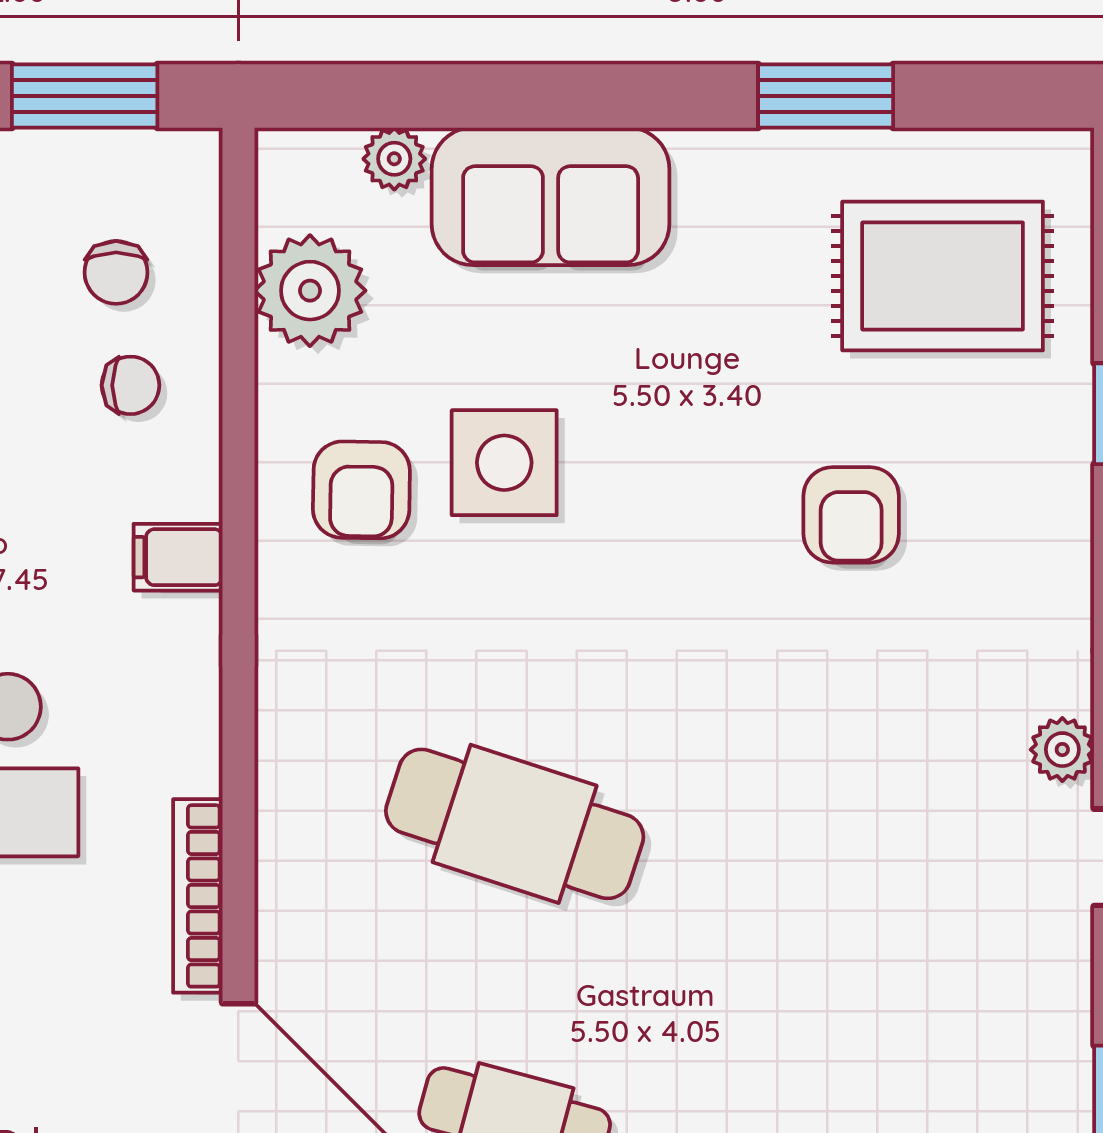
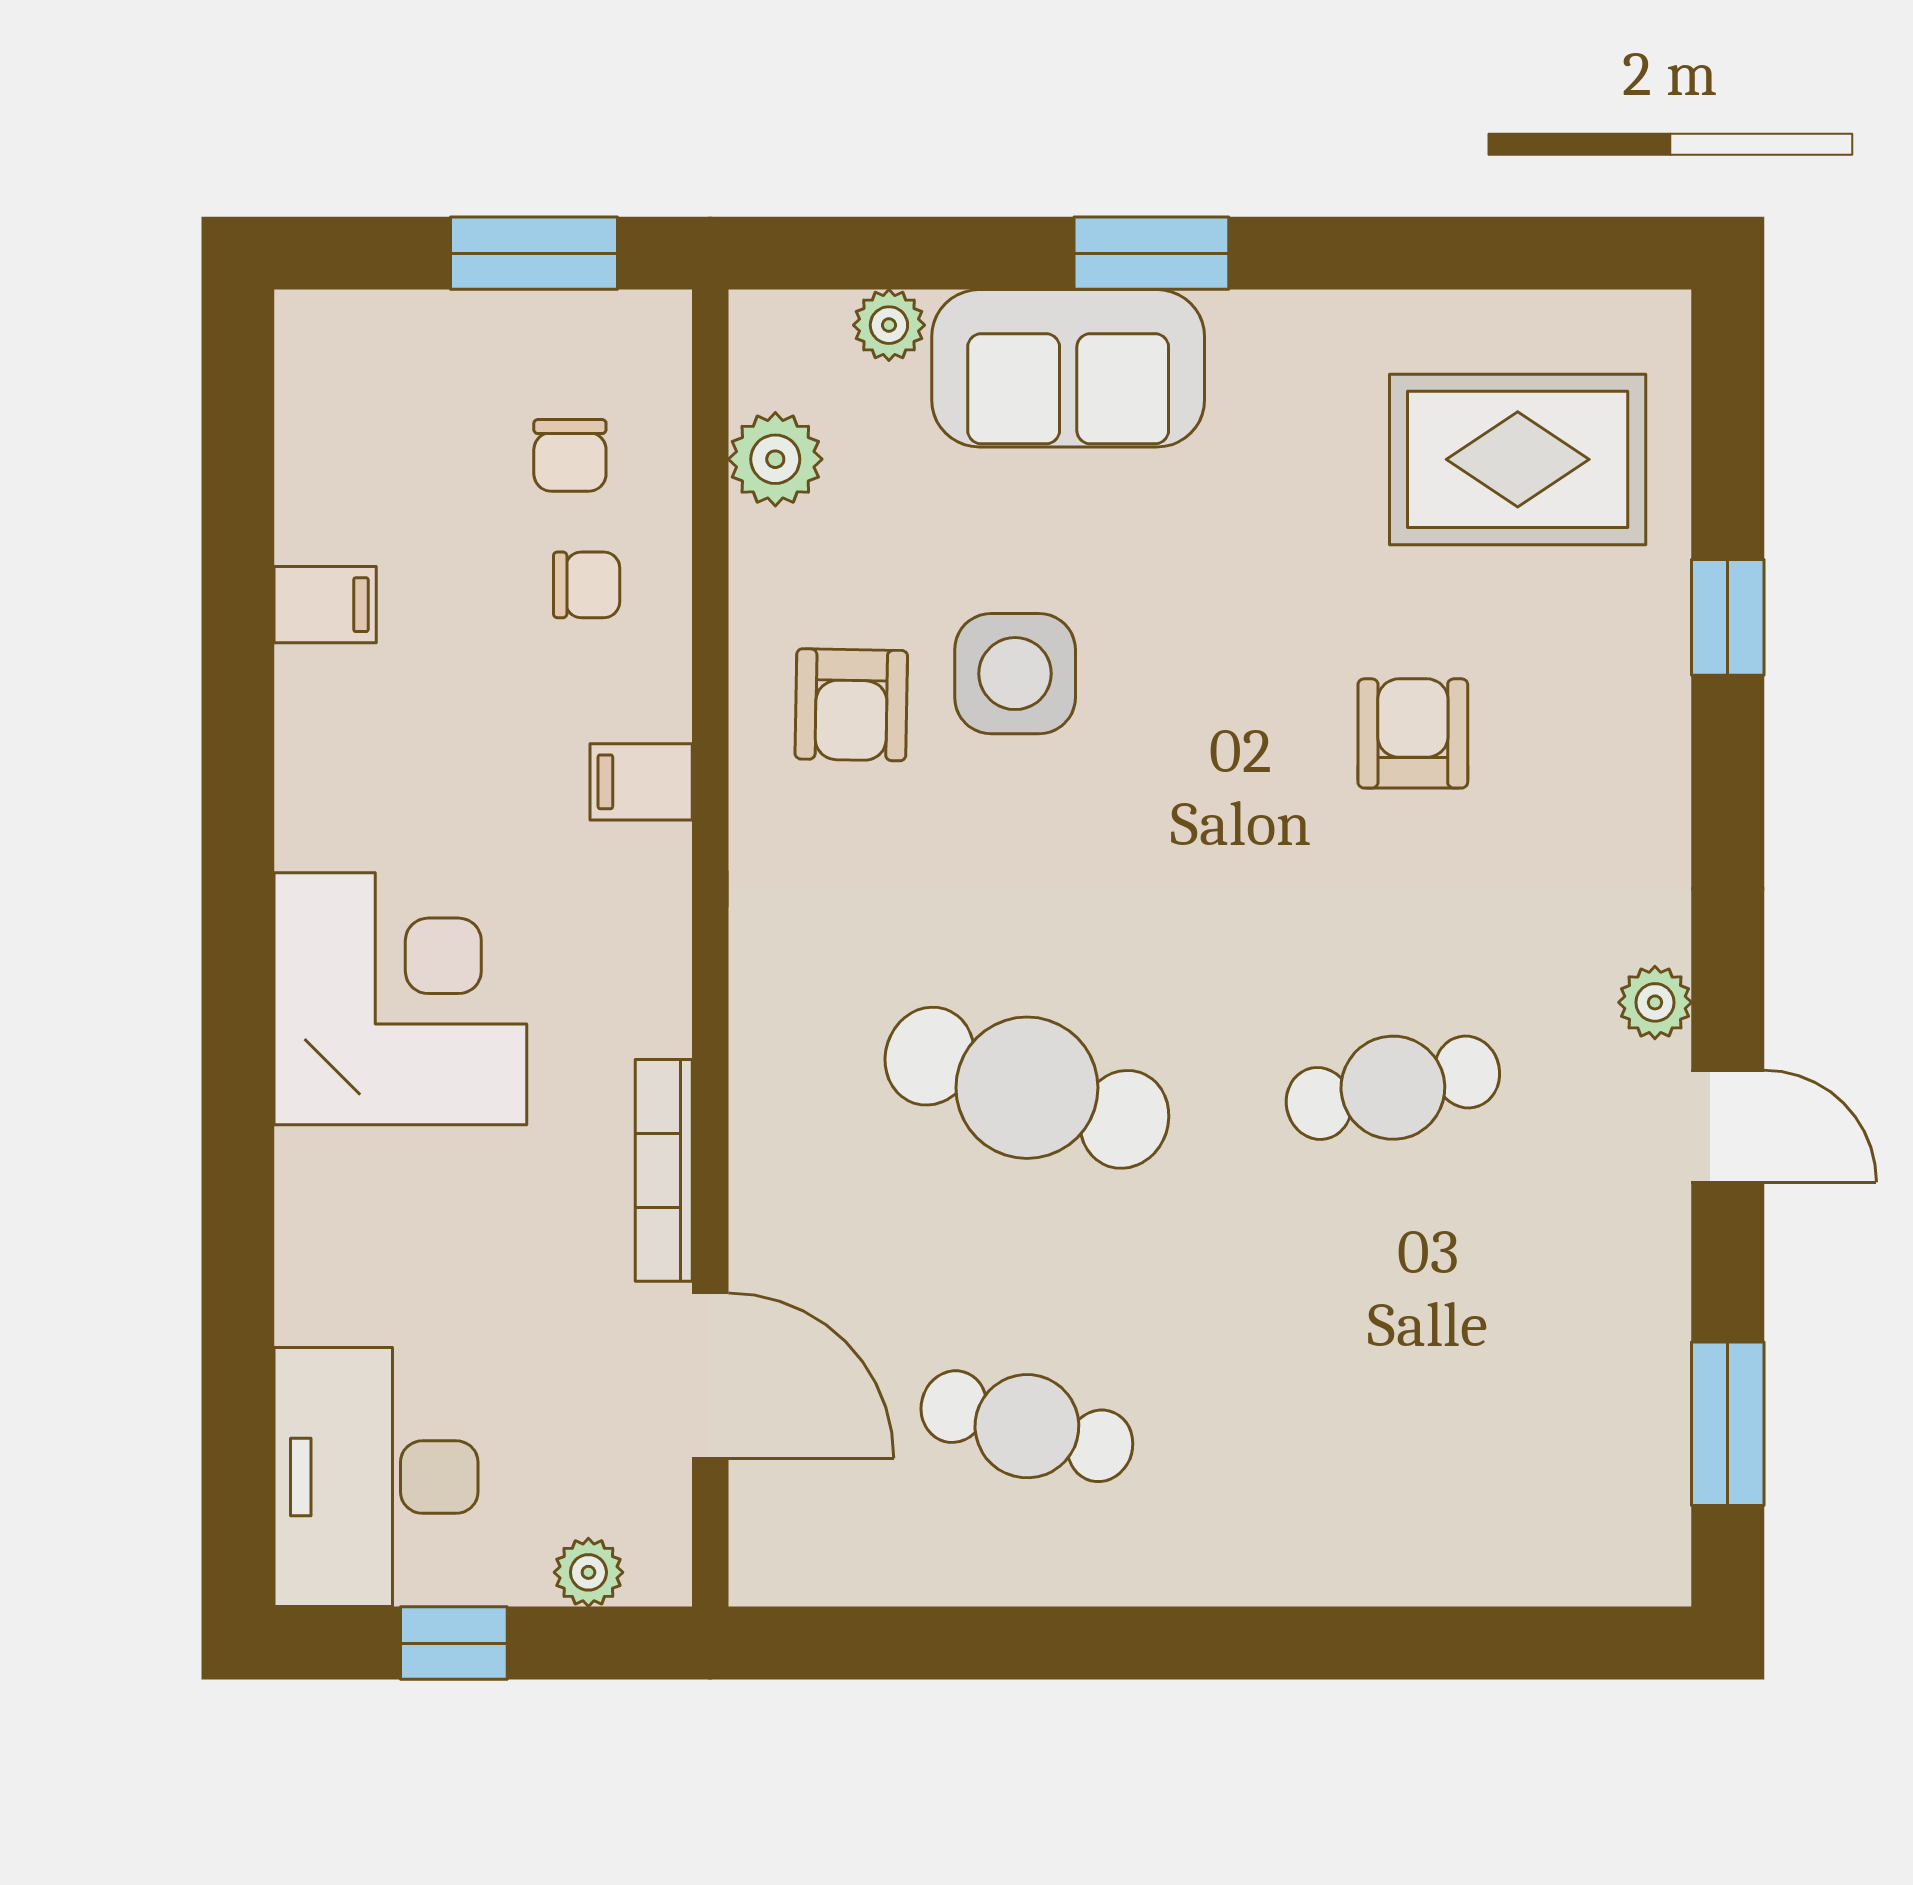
window: (826, 96) -> (1151, 253), moved
plant: (310, 291) -> (775, 459), width x0.73, depth x0.73
armchair: (851, 515) -> (1413, 733), turned 180
cafe table: (834, 824) -> (1393, 1088), added

